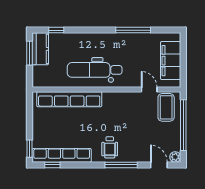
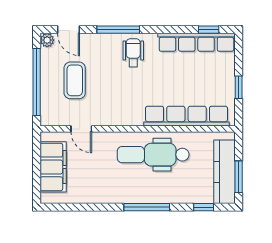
window: (133, 30) -> (147, 207), moved
kitchen counter: (40, 49) -> (225, 172), width x1.50
dental chair: (95, 70) -> (153, 155), turned 180
coffee table: (166, 107) -> (75, 80), moved
window: (30, 149) -> (239, 87), moved

